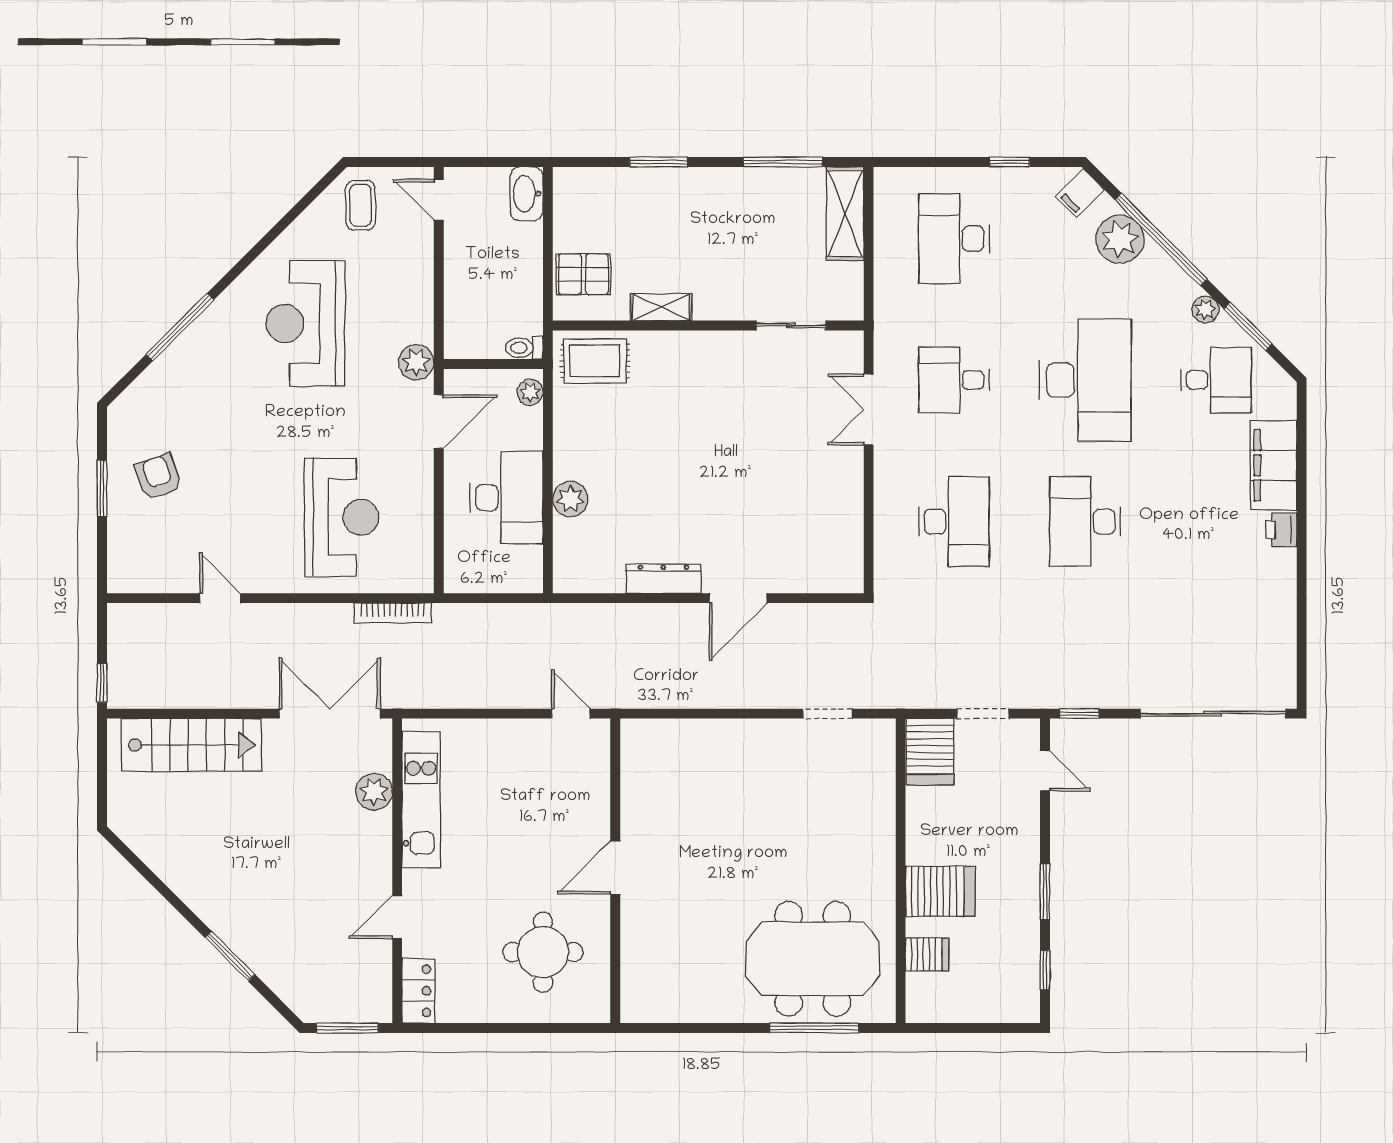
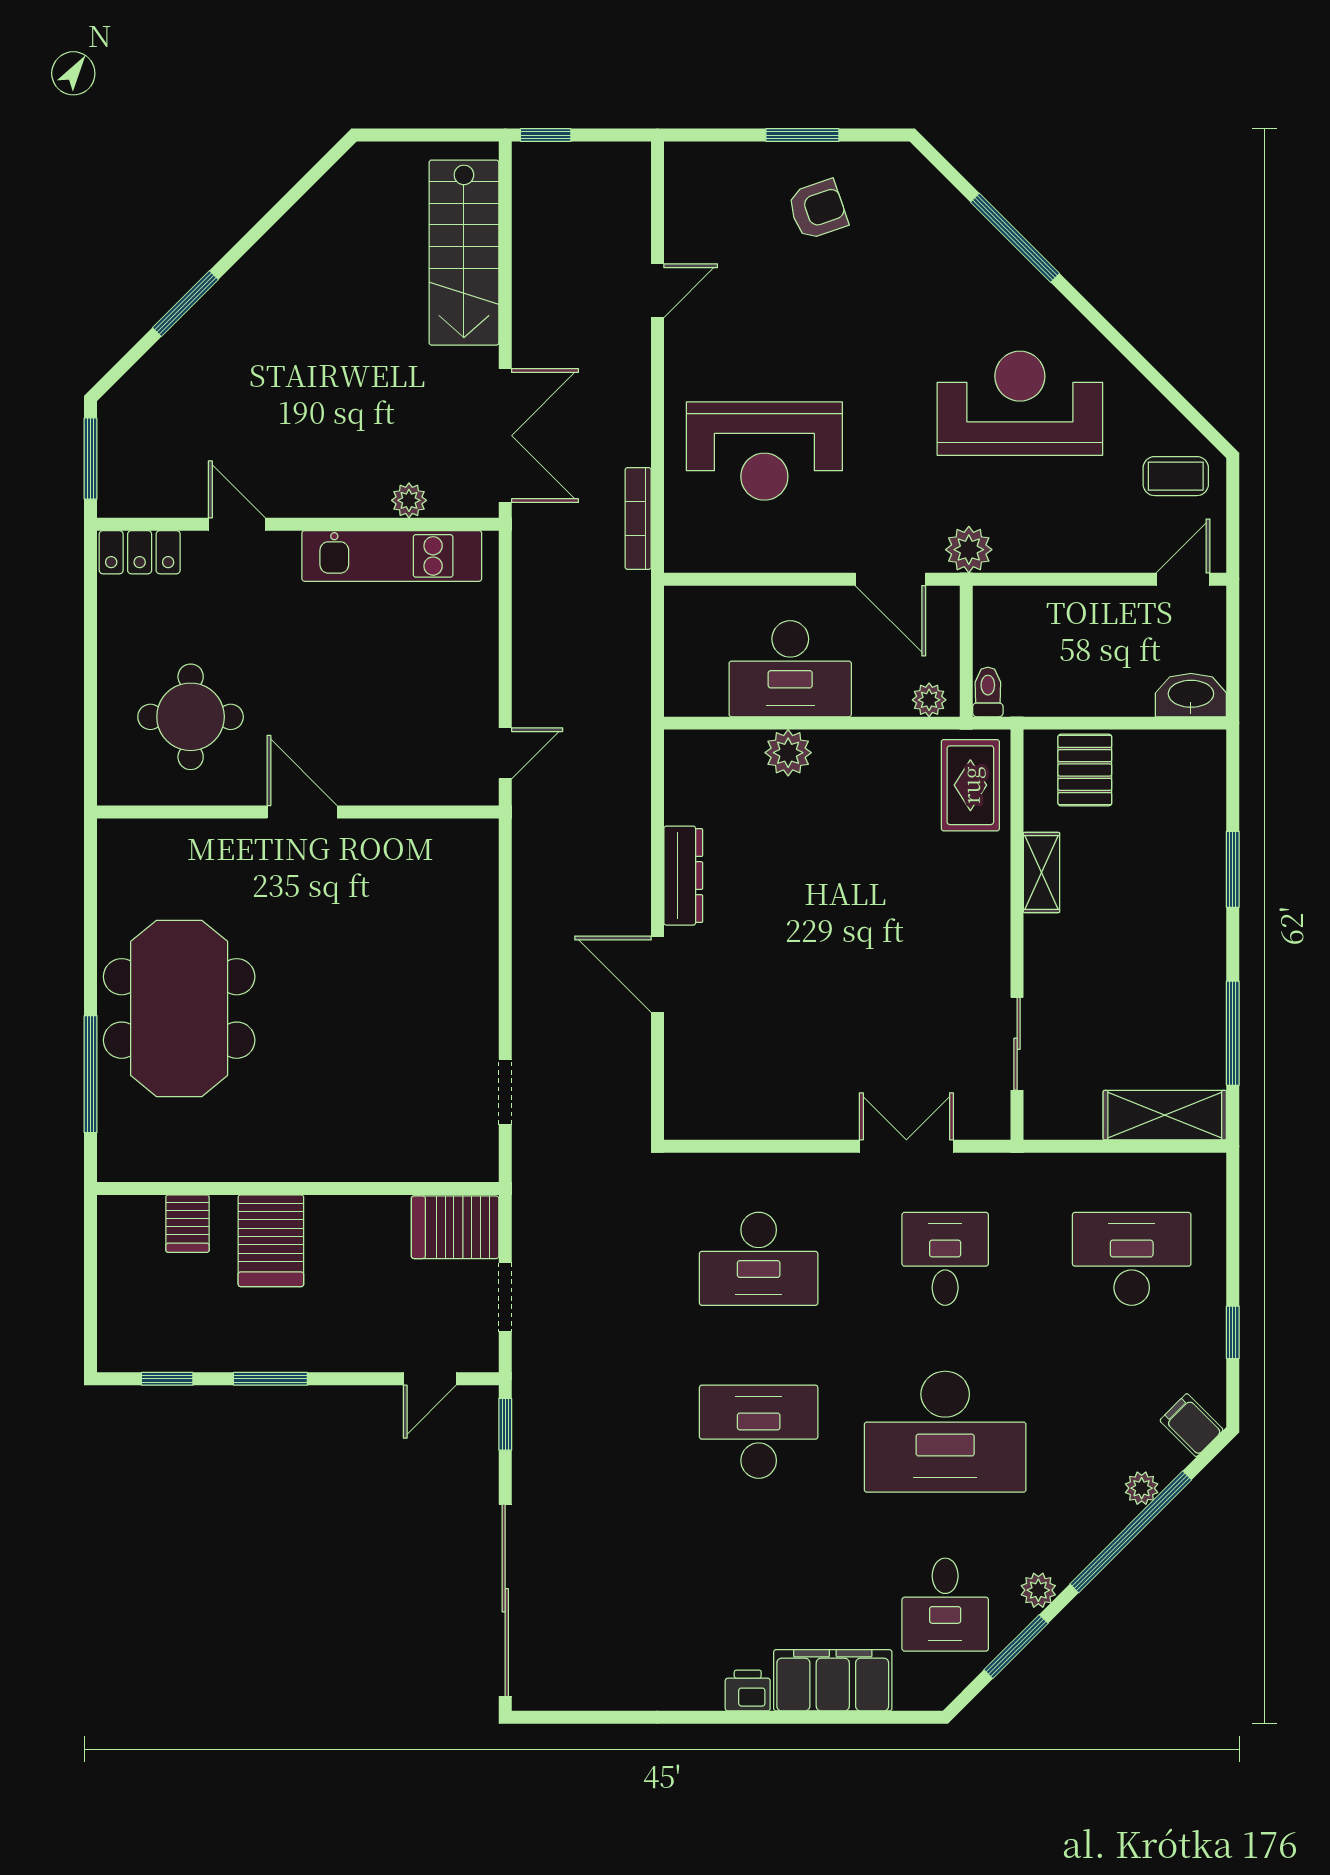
plant: (1120, 239) -> (1142, 1488), width x0.53, depth x0.53
plant: (374, 792) -> (409, 500), width x0.73, depth x0.73
meeting table: (813, 959) -> (179, 1008), moved

